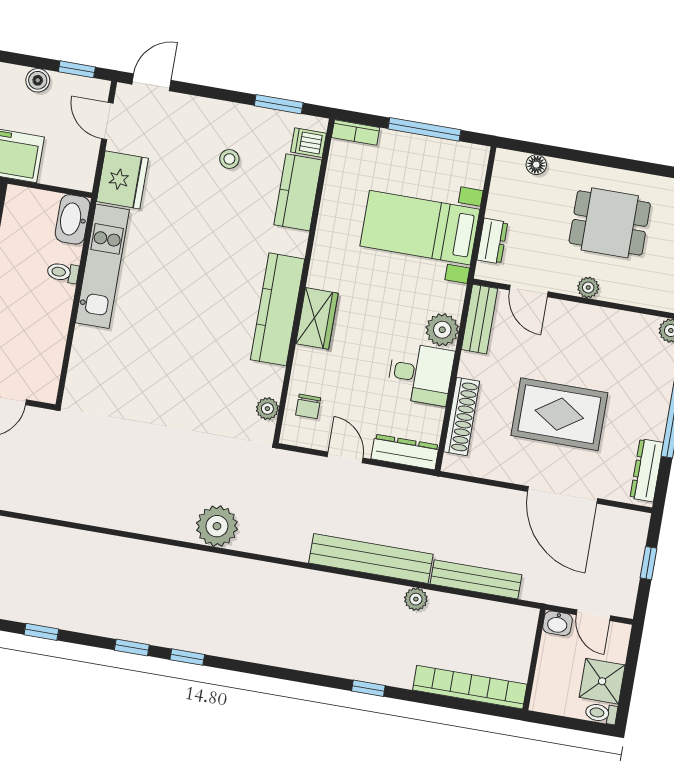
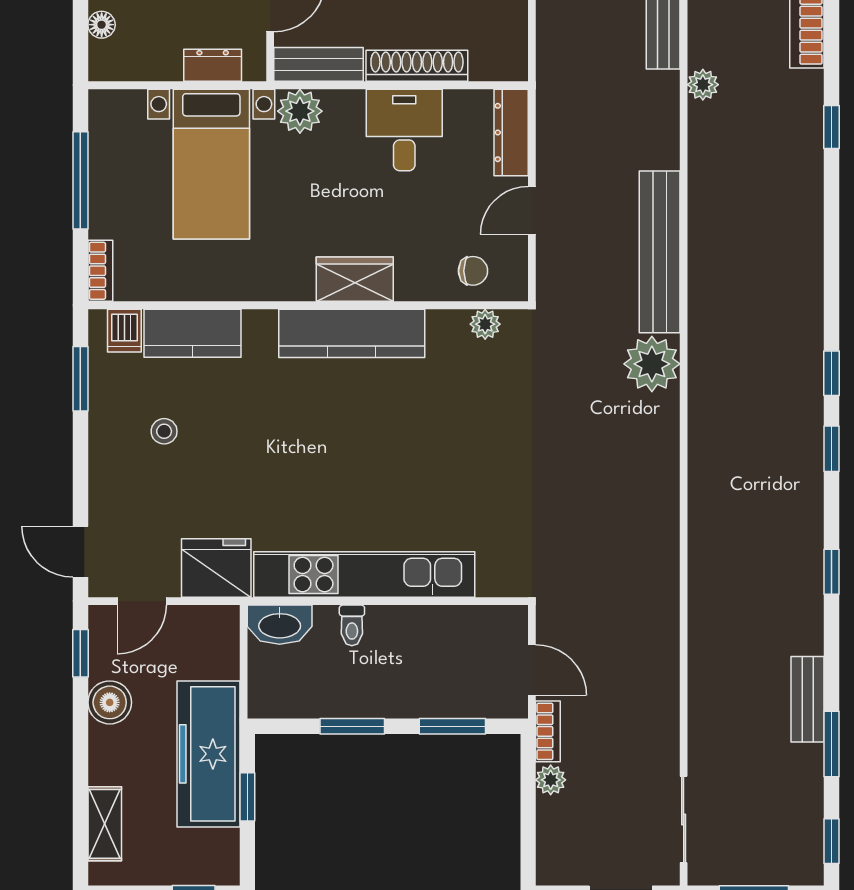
boiler: (38, 80) -> (110, 702), width x1.36, depth x1.36
kitchen unit: (102, 266) -> (364, 575), width x1.36
plant: (442, 330) -> (300, 111), moved
shoe rack: (462, 416) -> (417, 66), moved
bench: (371, 559) -> (660, 252), moved

